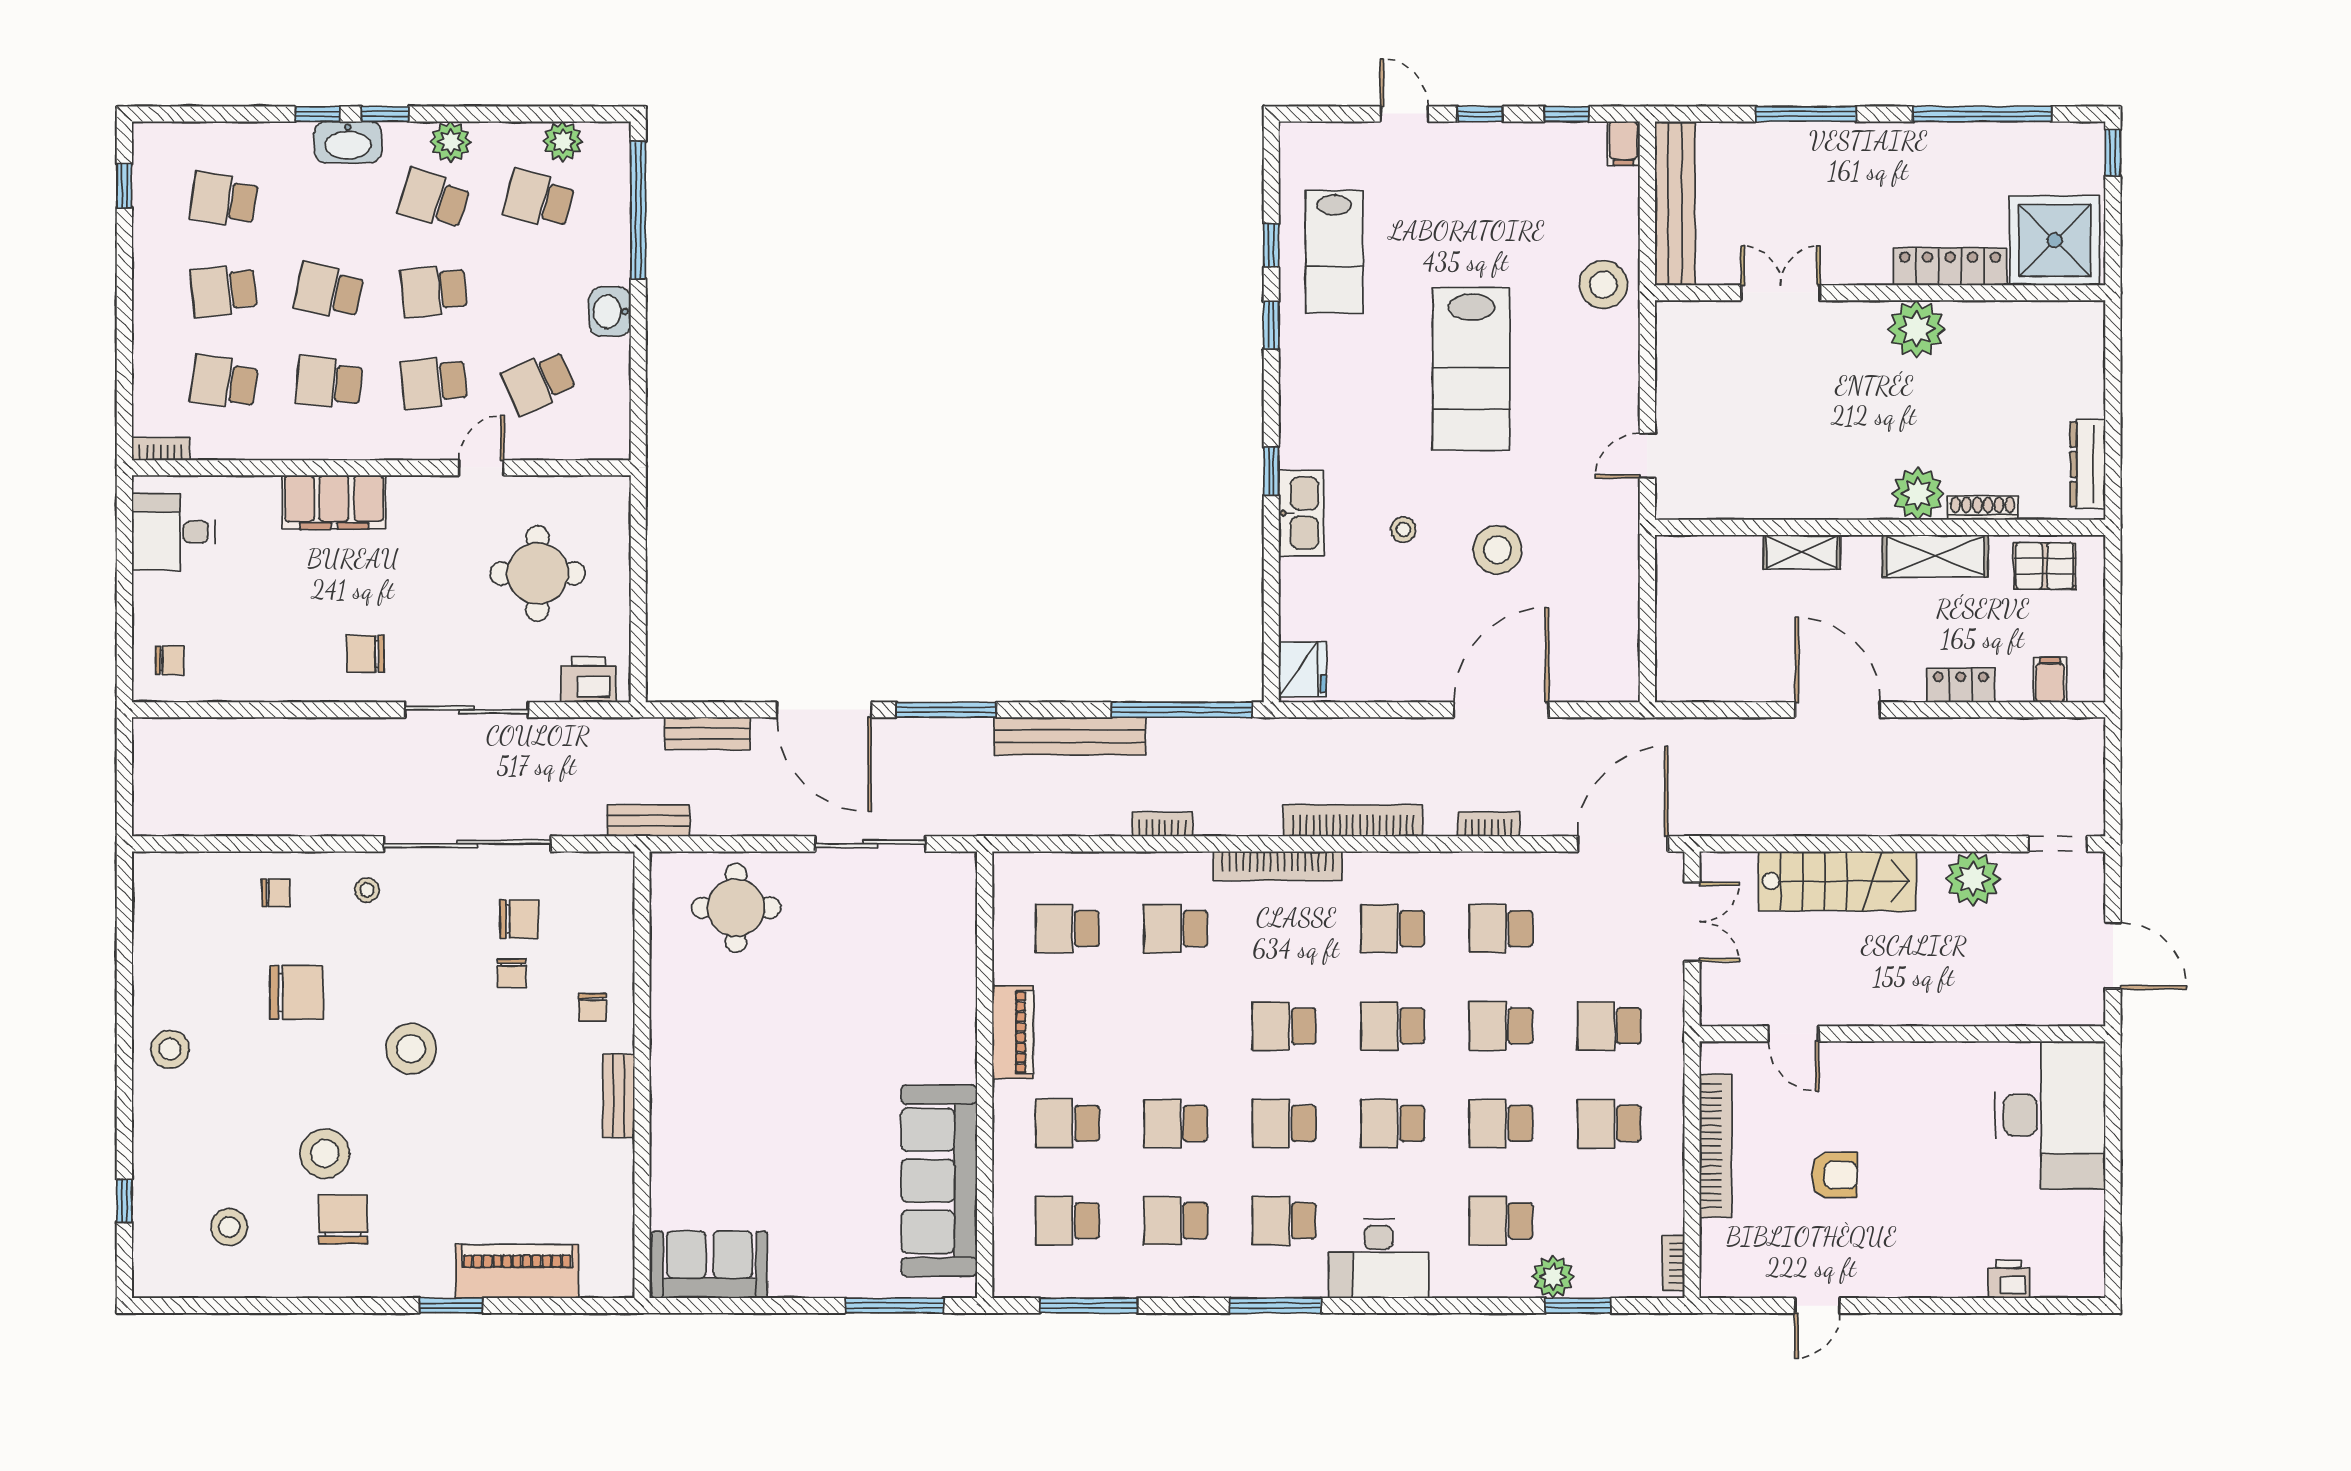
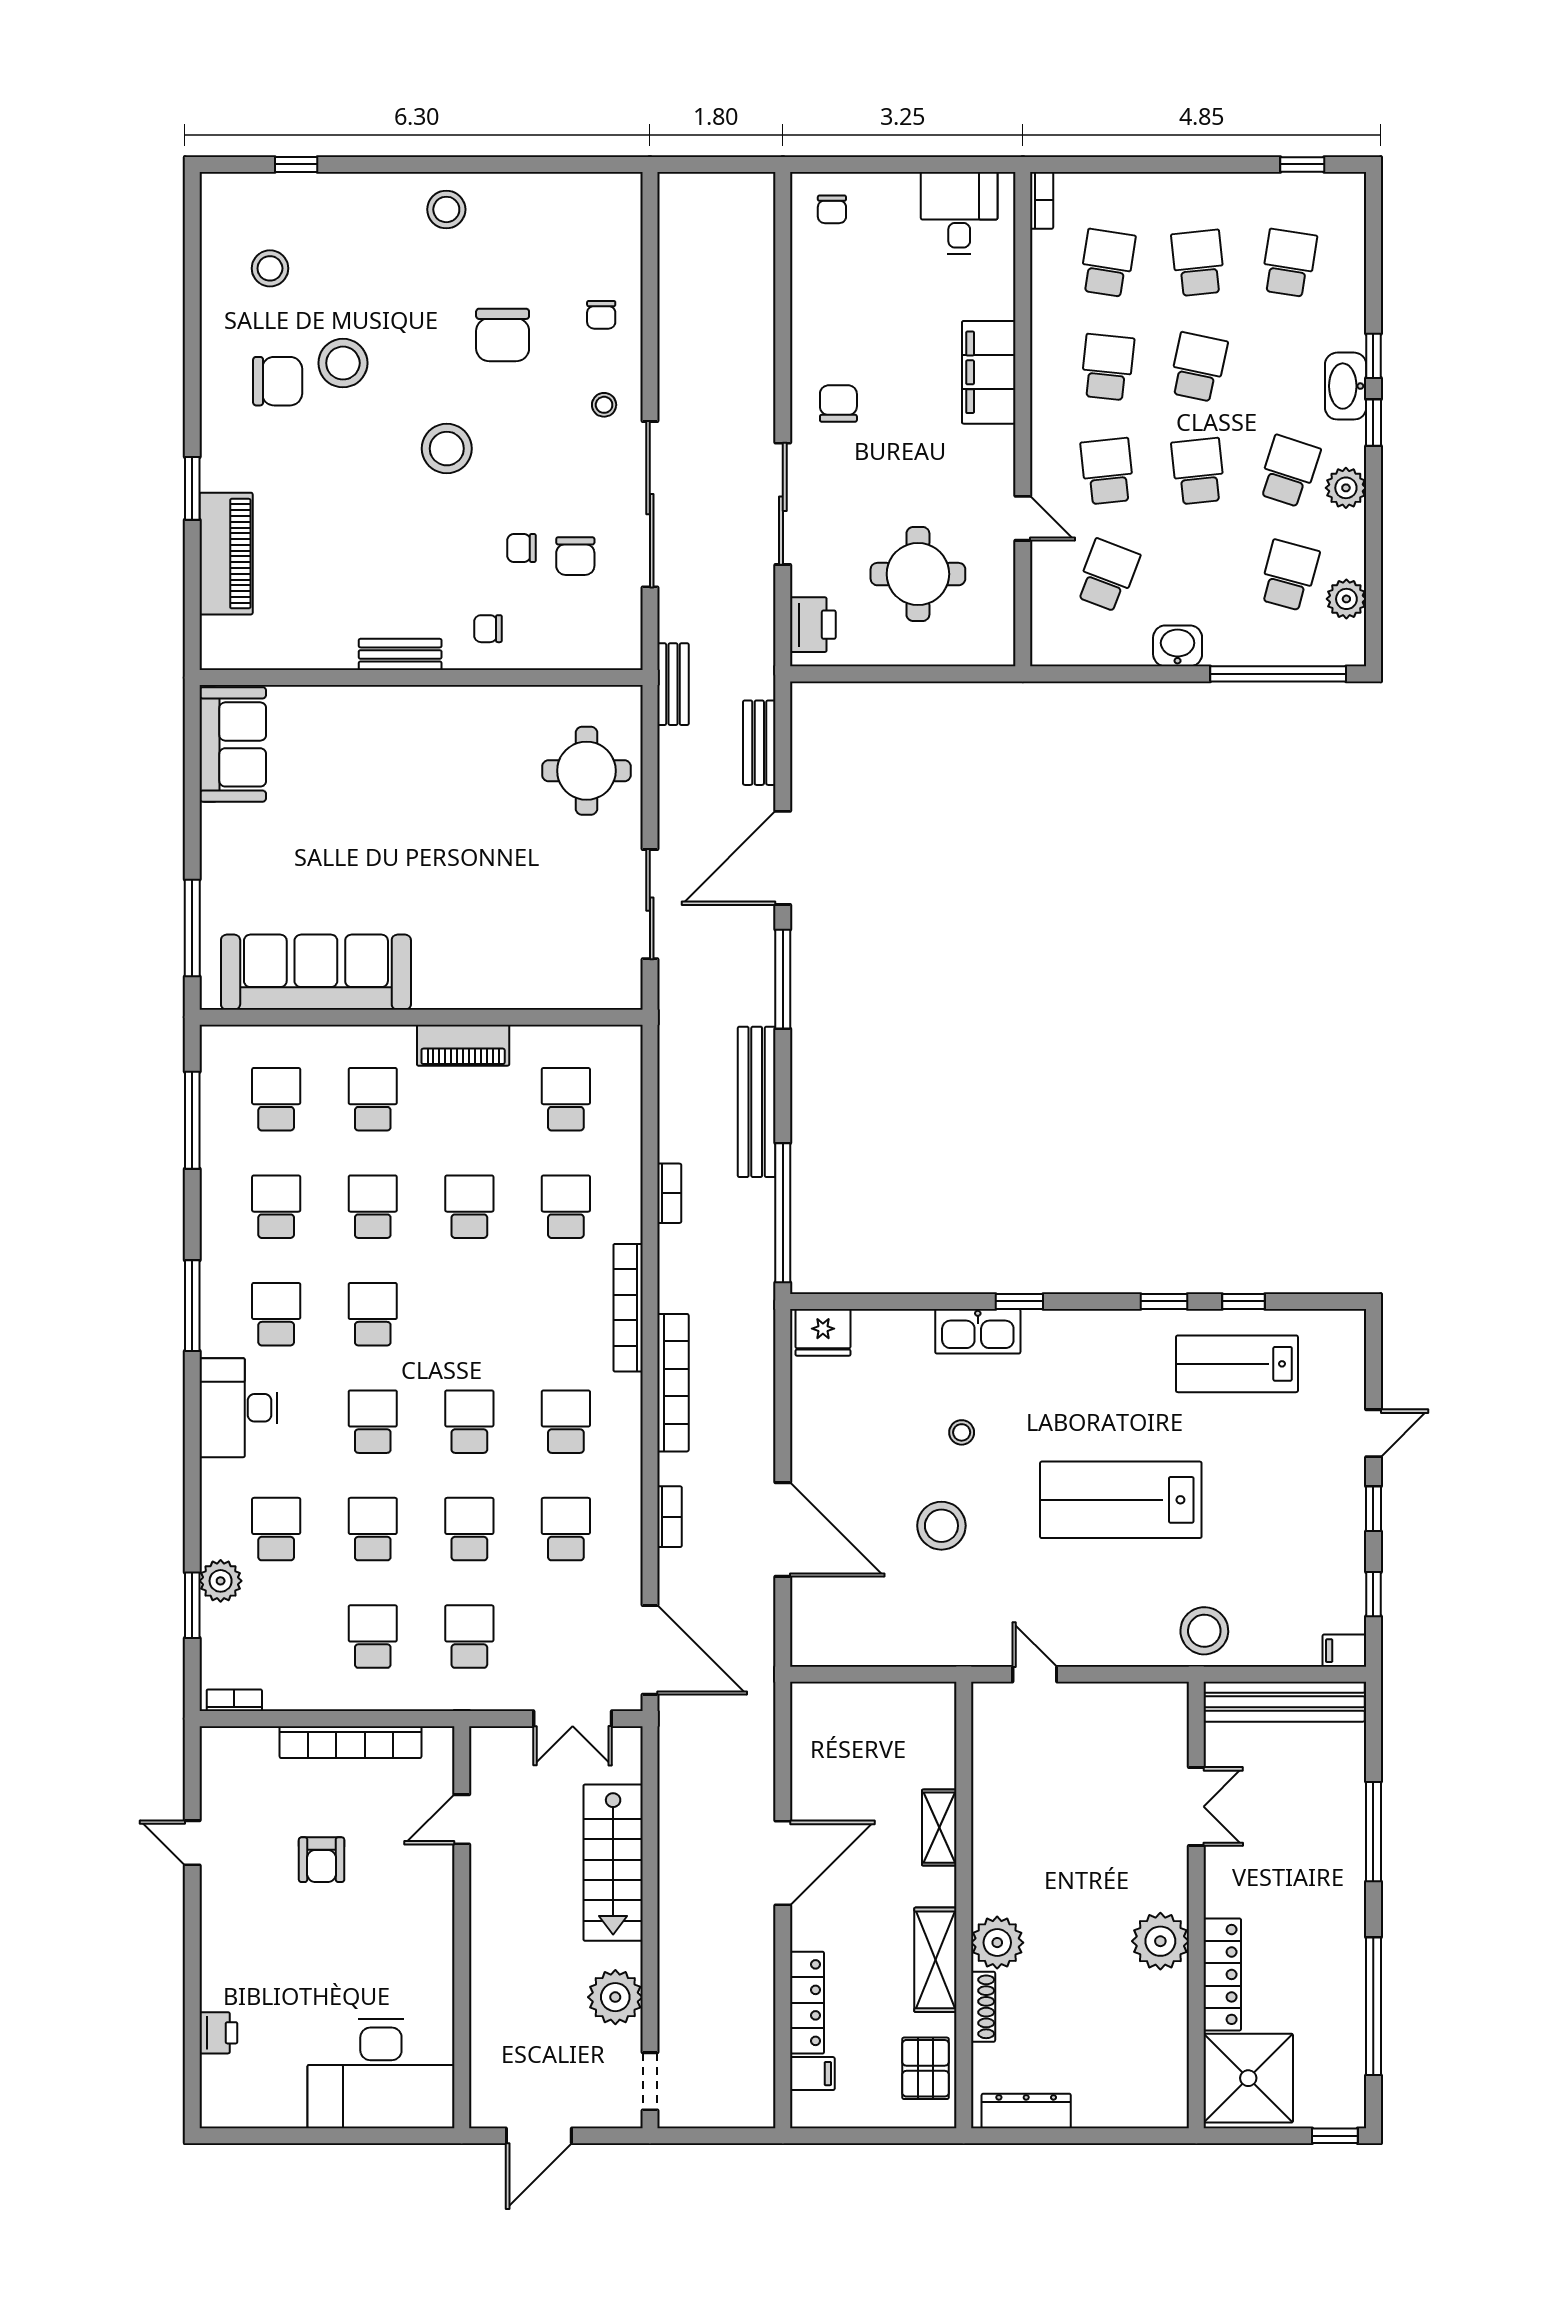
school desk: (539, 382) -> (1107, 575), turned 45
locker: (1961, 685) -> (807, 2003), width x1.53
school desk: (1284, 1026) -> (469, 1207), moved

